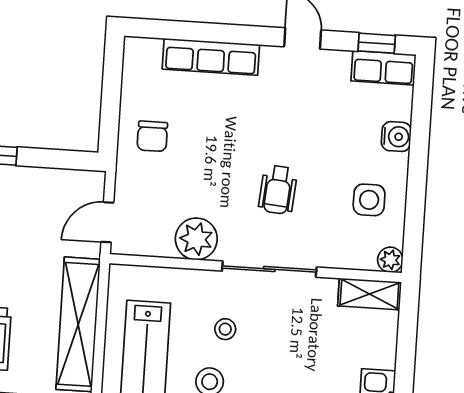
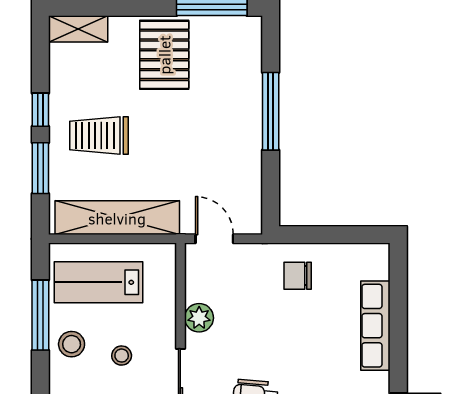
plant: (196, 239) -> (199, 318), width x0.73, depth x0.73

